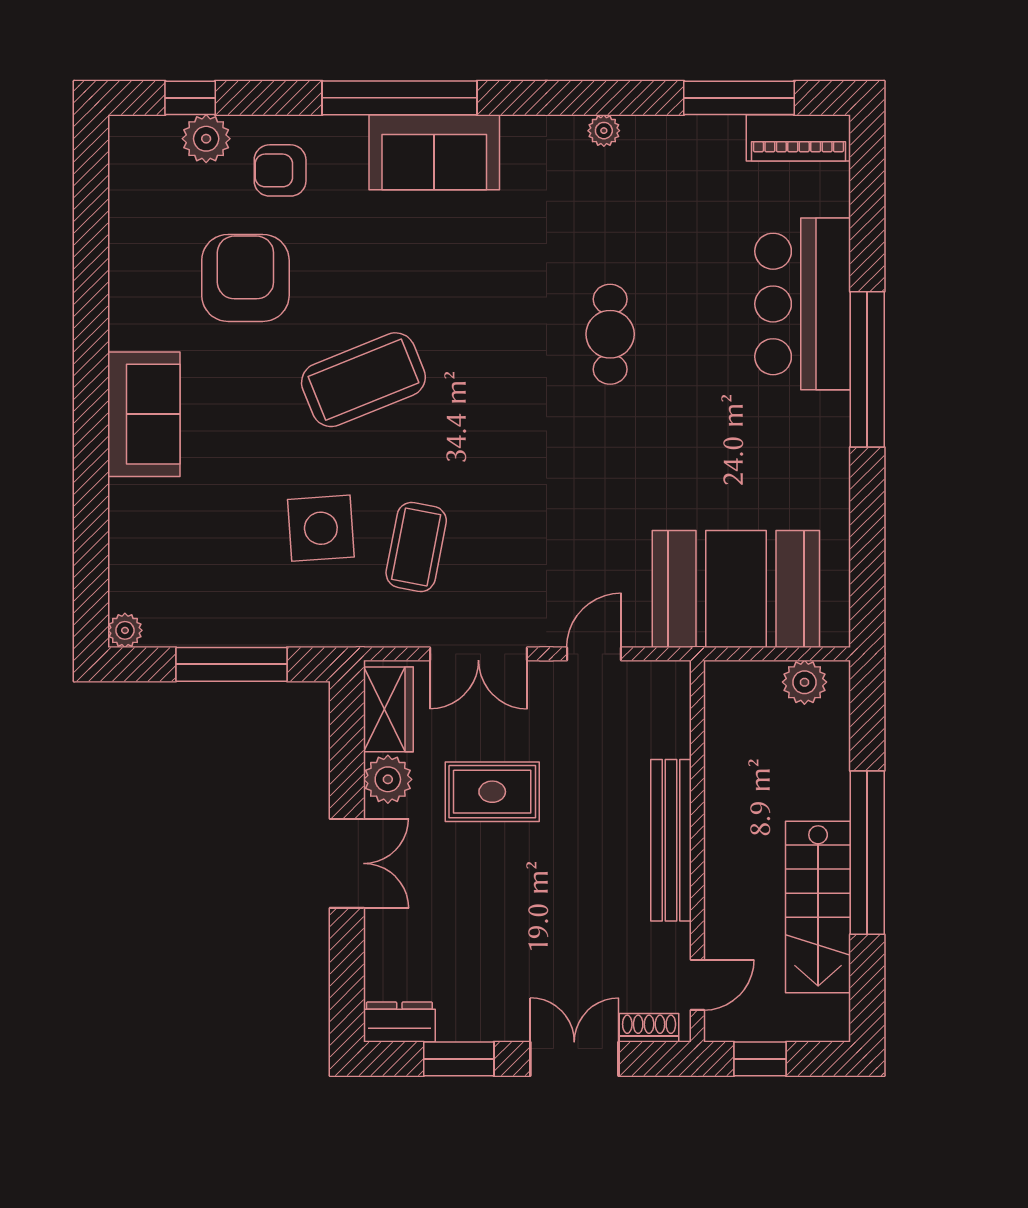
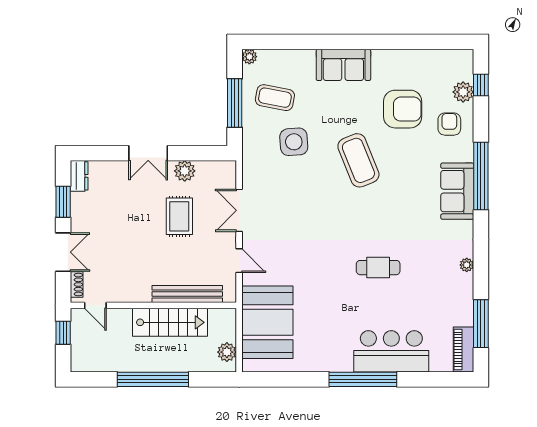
coffee table: (416, 547) -> (275, 98), moved
wardrobe: (388, 709) -> (215, 171), removed
bench: (671, 840) -> (187, 294), moved
stairs: (818, 907) -> (170, 322), moved, turned 180

